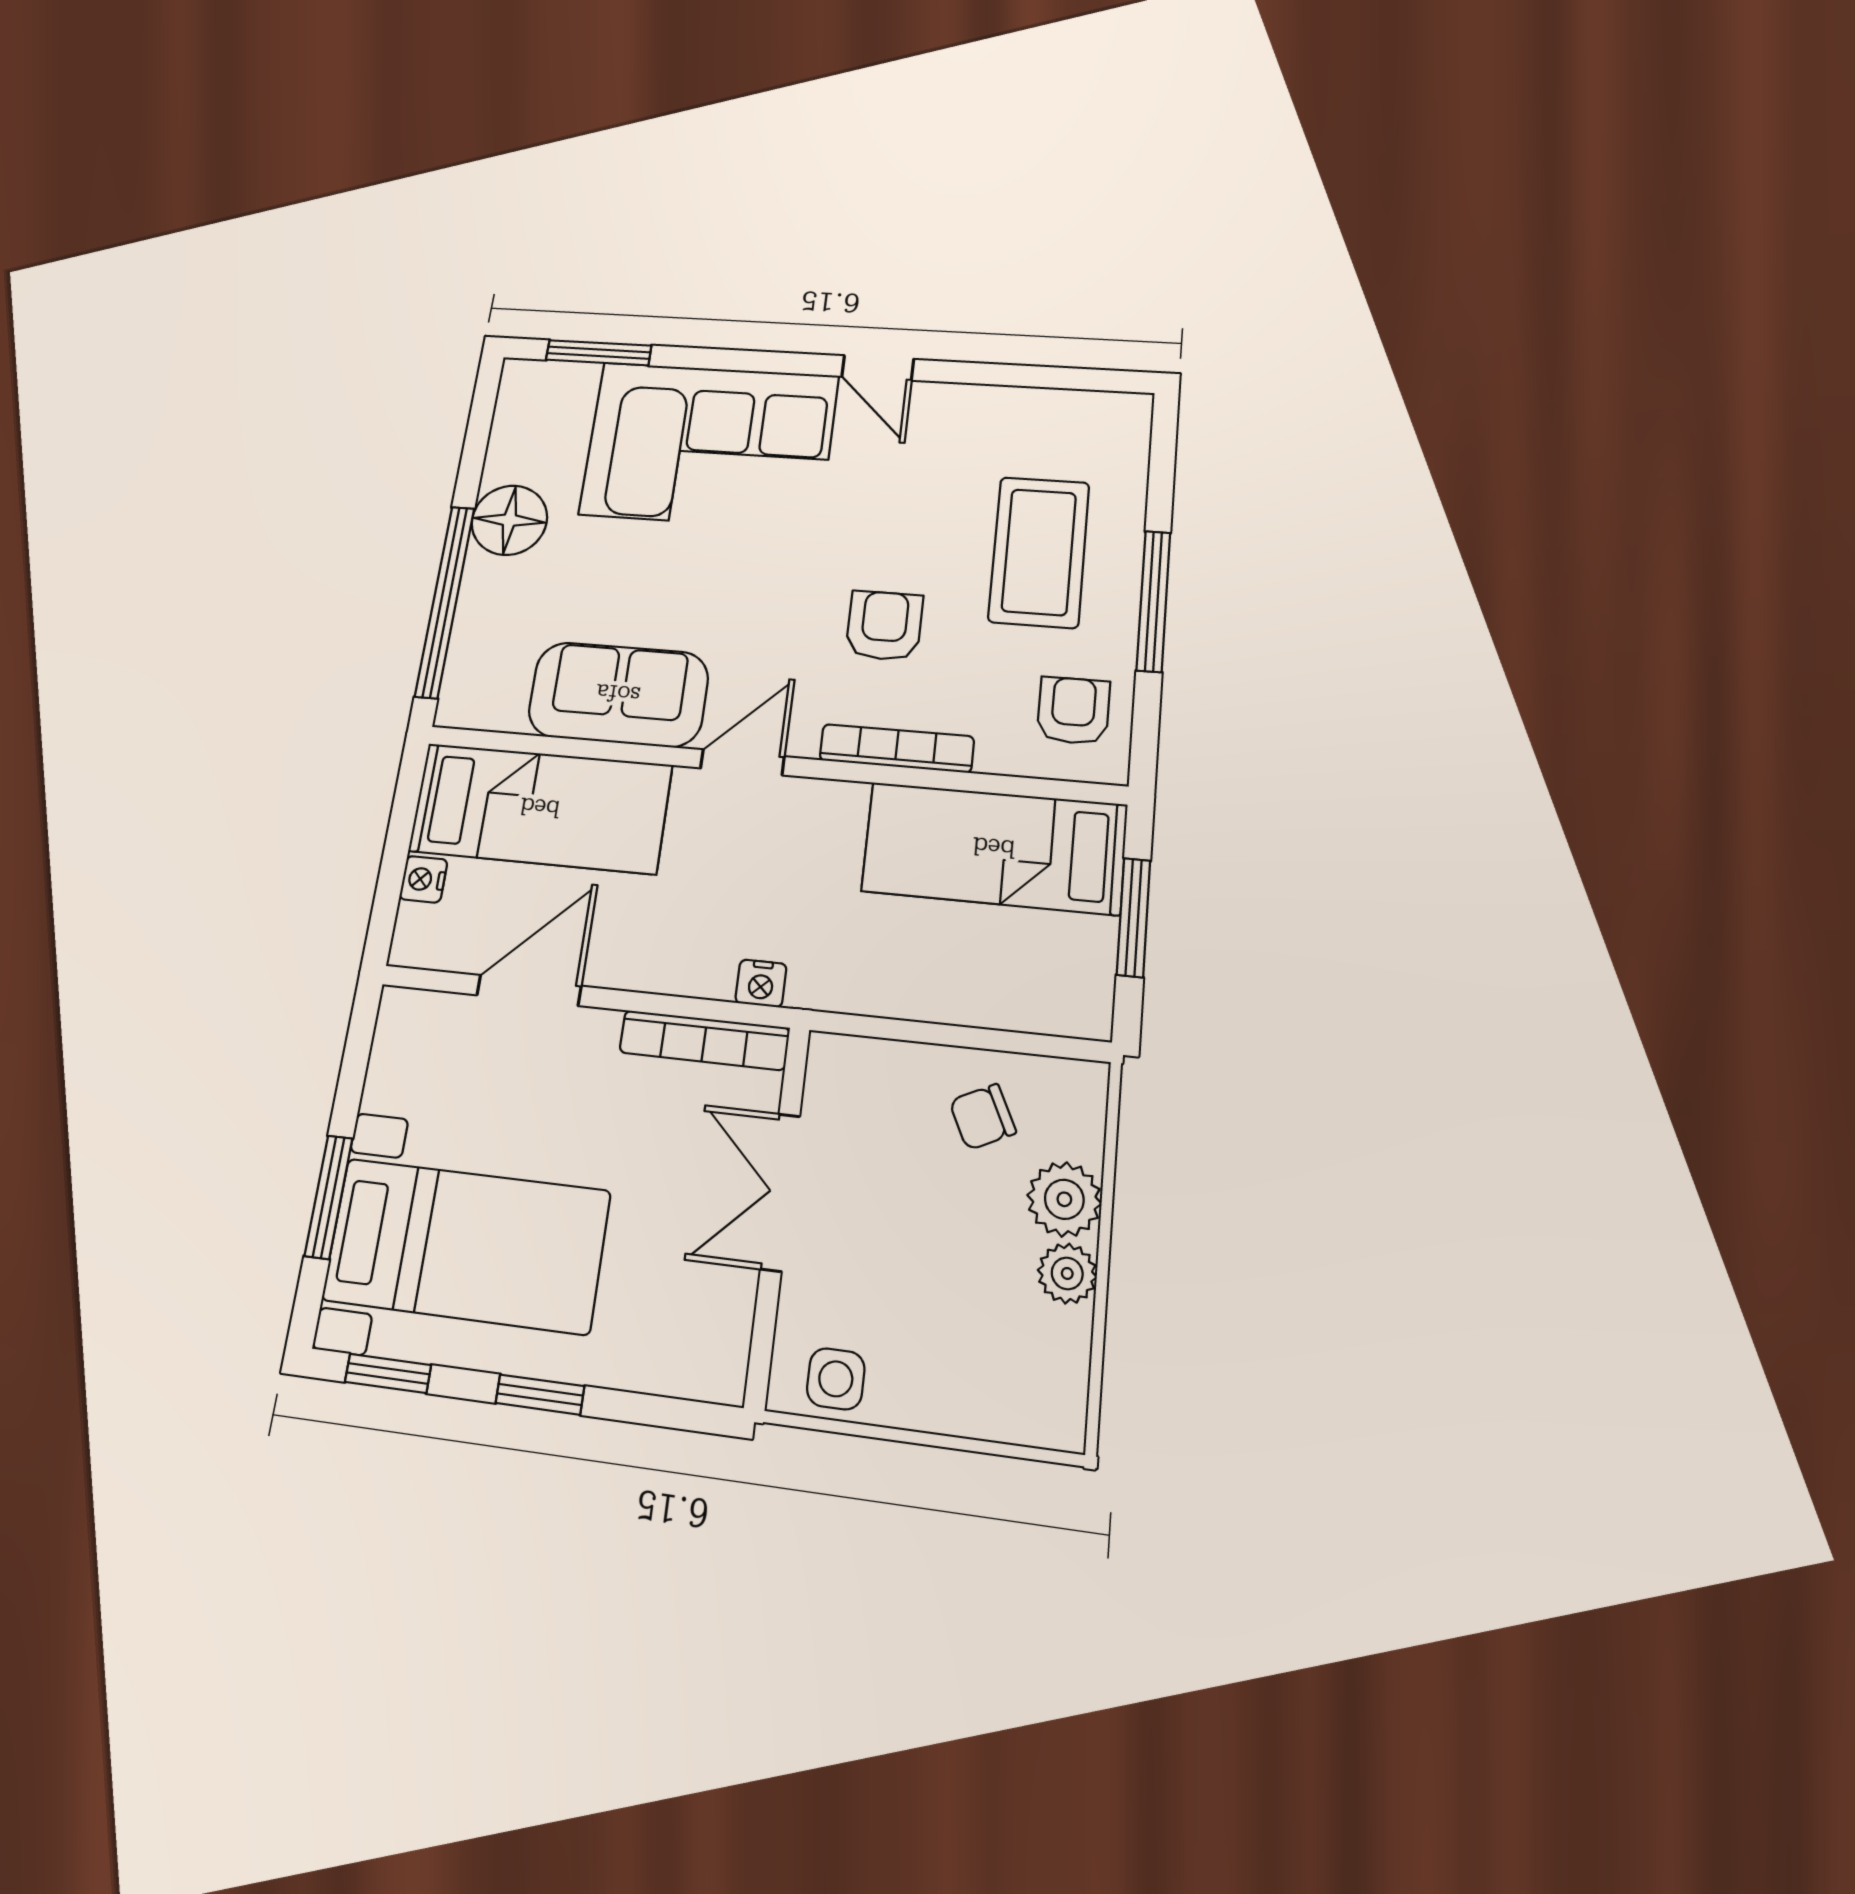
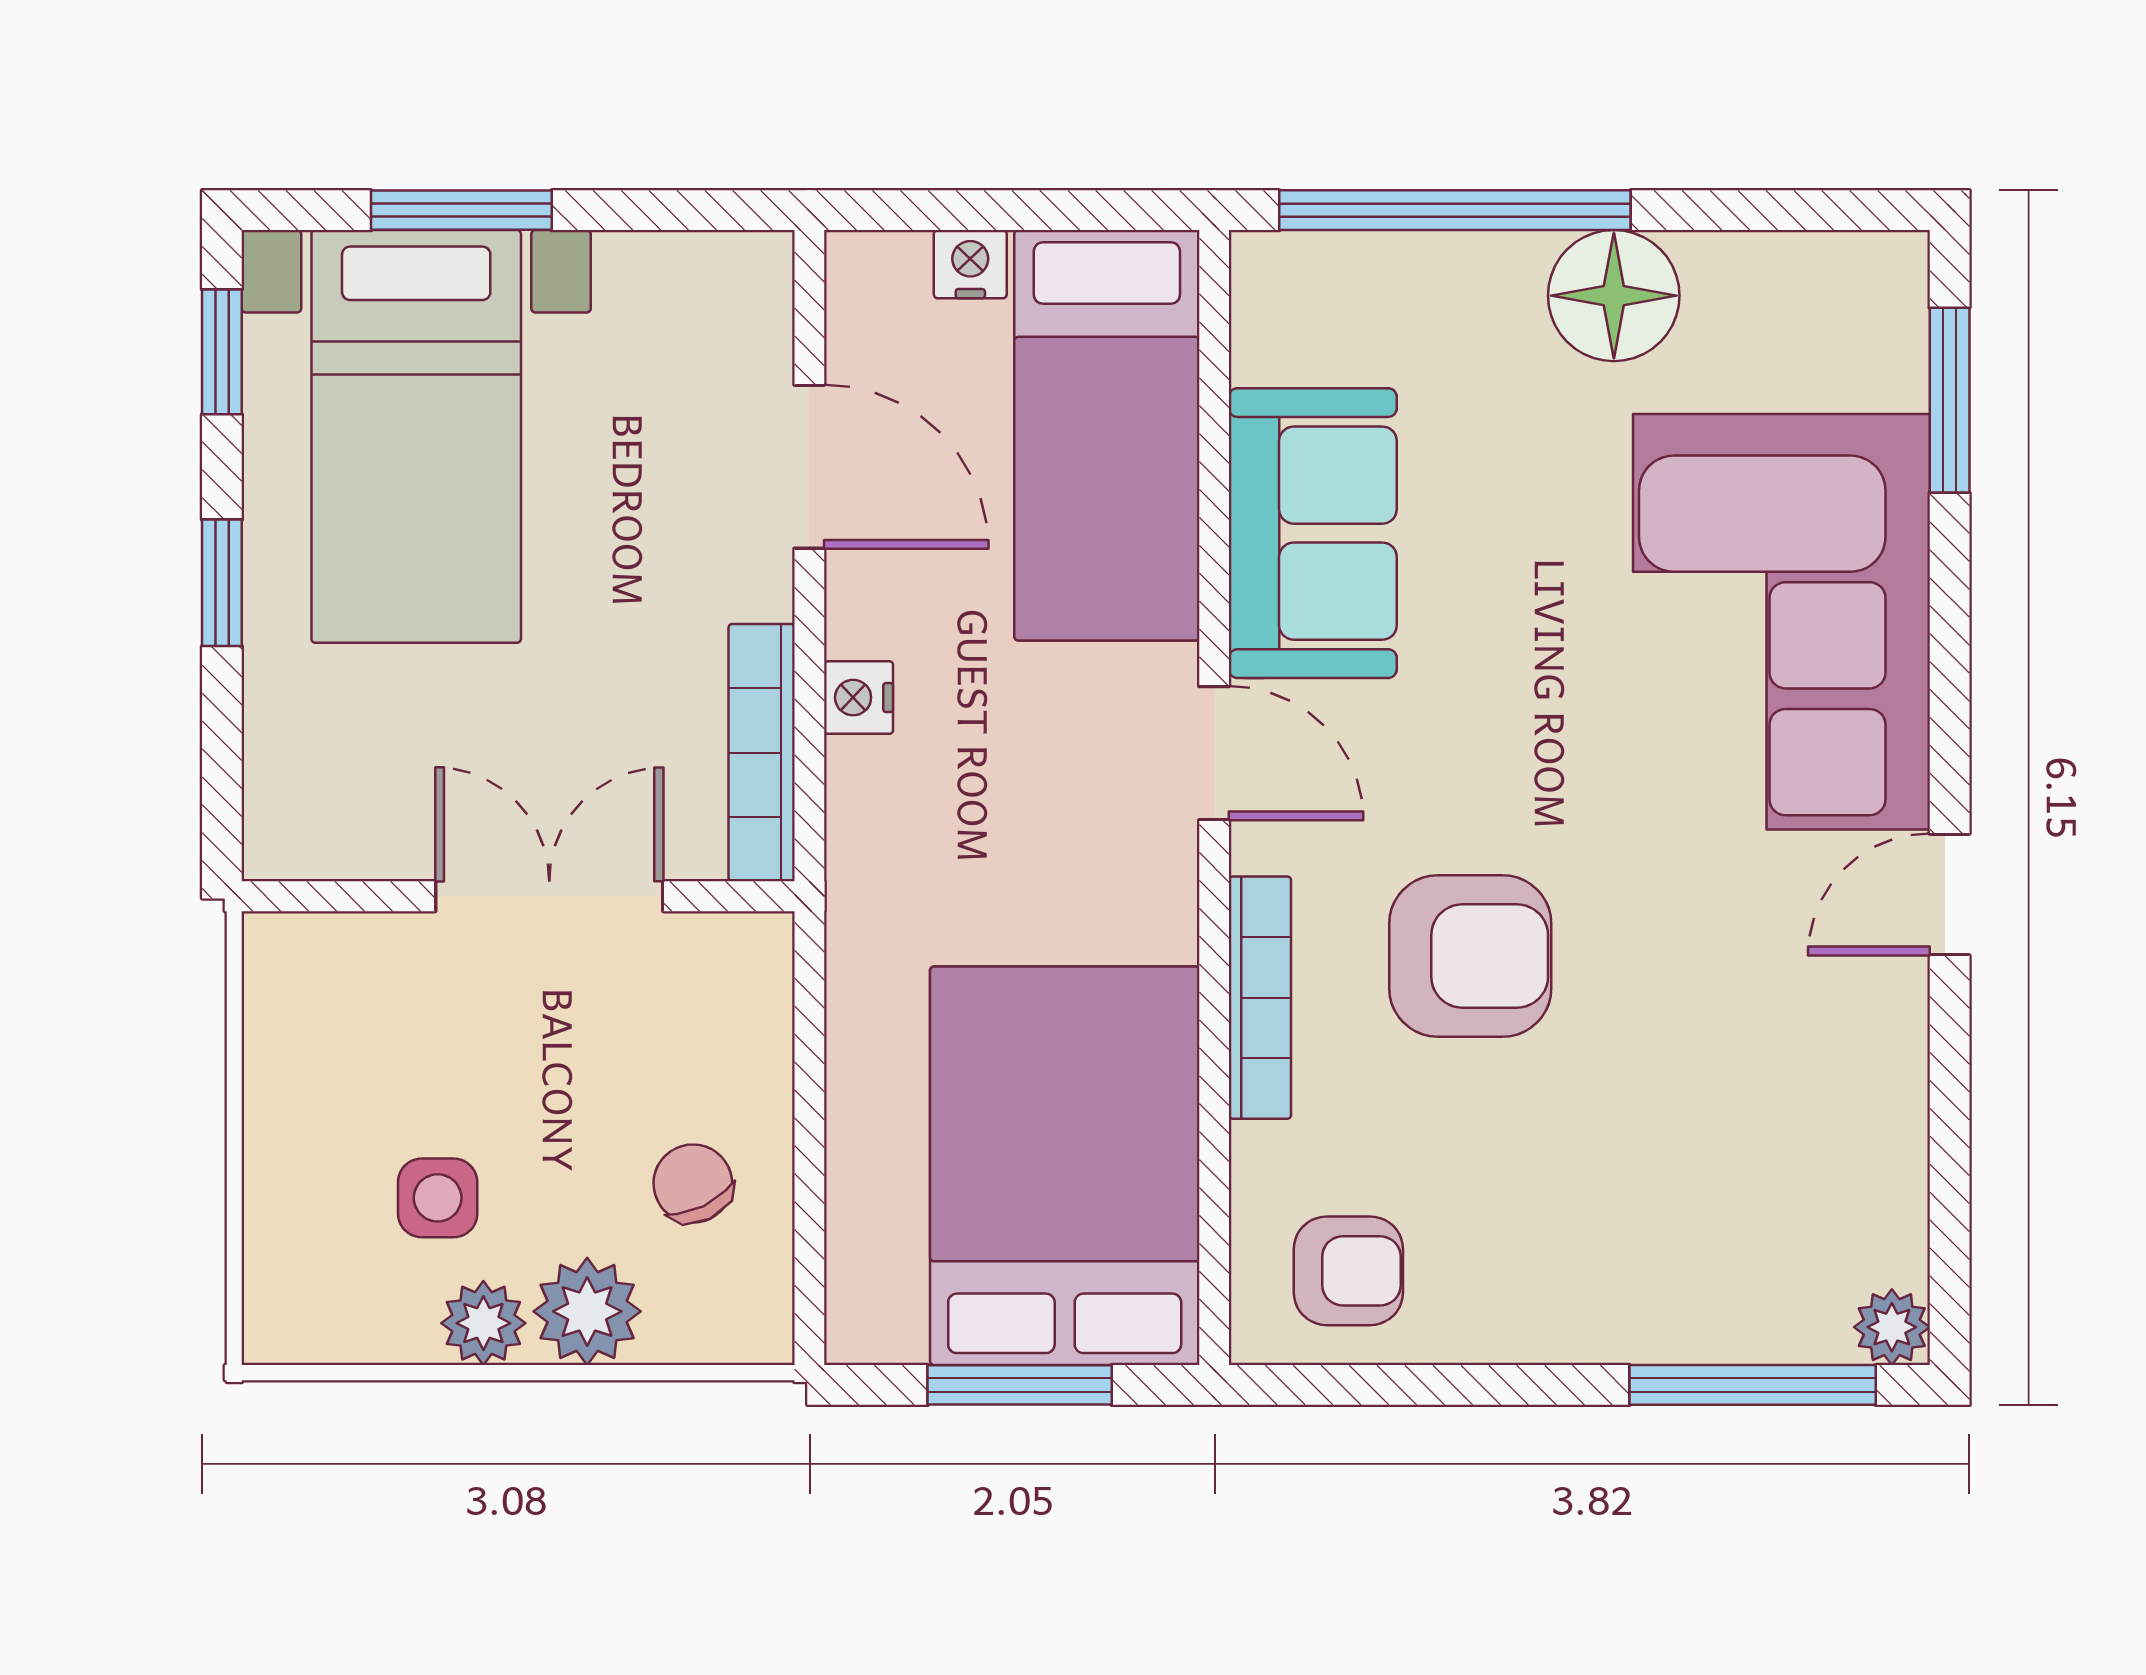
plant: (1130, 412) -> (1892, 1327), added
coffee table: (1039, 552) -> (1622, 1195), removed
window: (1153, 601) -> (1753, 1385), moved
armchair: (884, 626) -> (1470, 956), width x1.38, depth x1.38
bed: (994, 848) -> (1065, 1166), width x1.50
nightstand: (761, 983) -> (859, 698), moved
side table: (836, 1379) -> (438, 1198), moved

